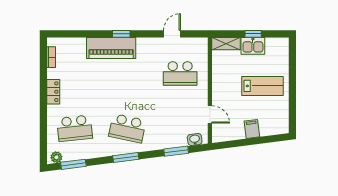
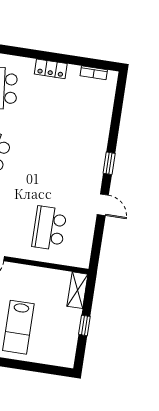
door: (172, 34) -> (103, 205), moved
kitchen sink: (253, 46) -> (70, 323), removed
piano: (111, 48) -> (94, 148), removed

